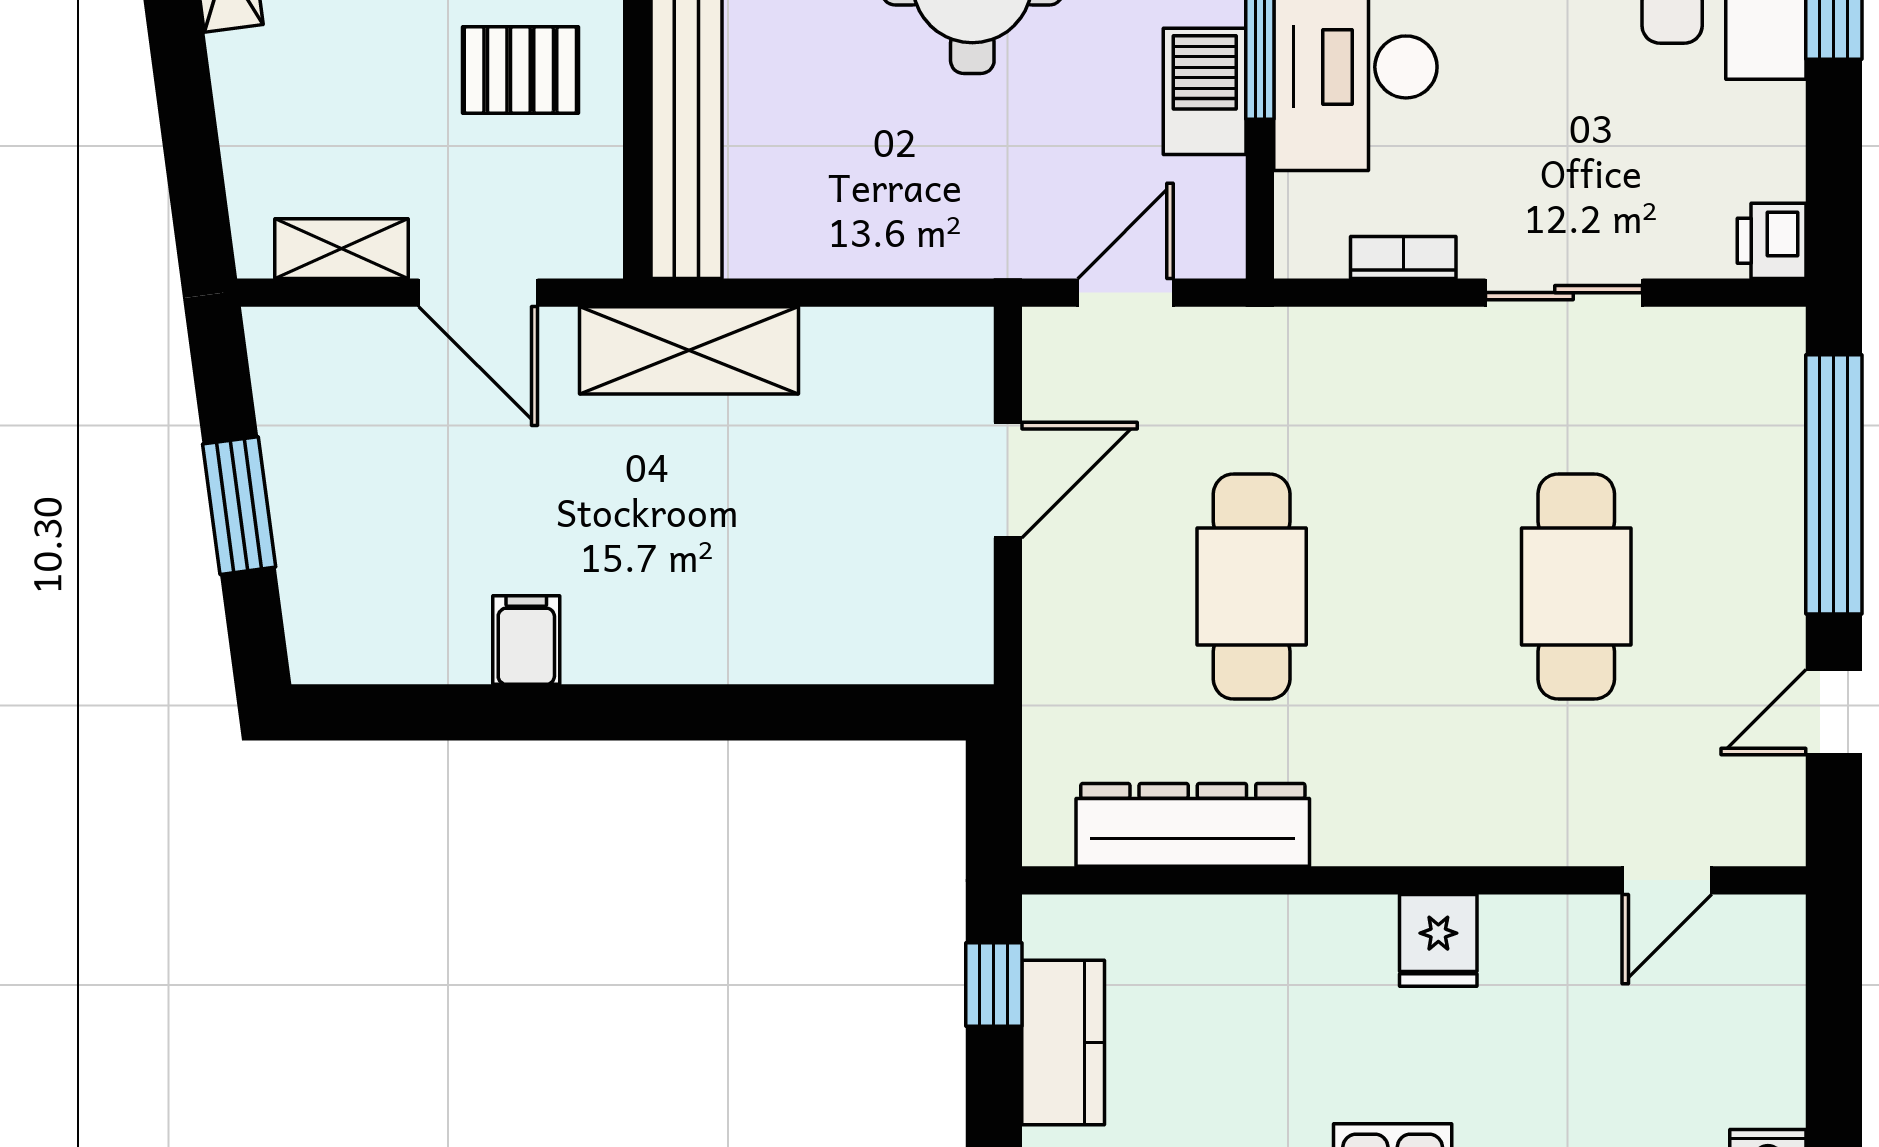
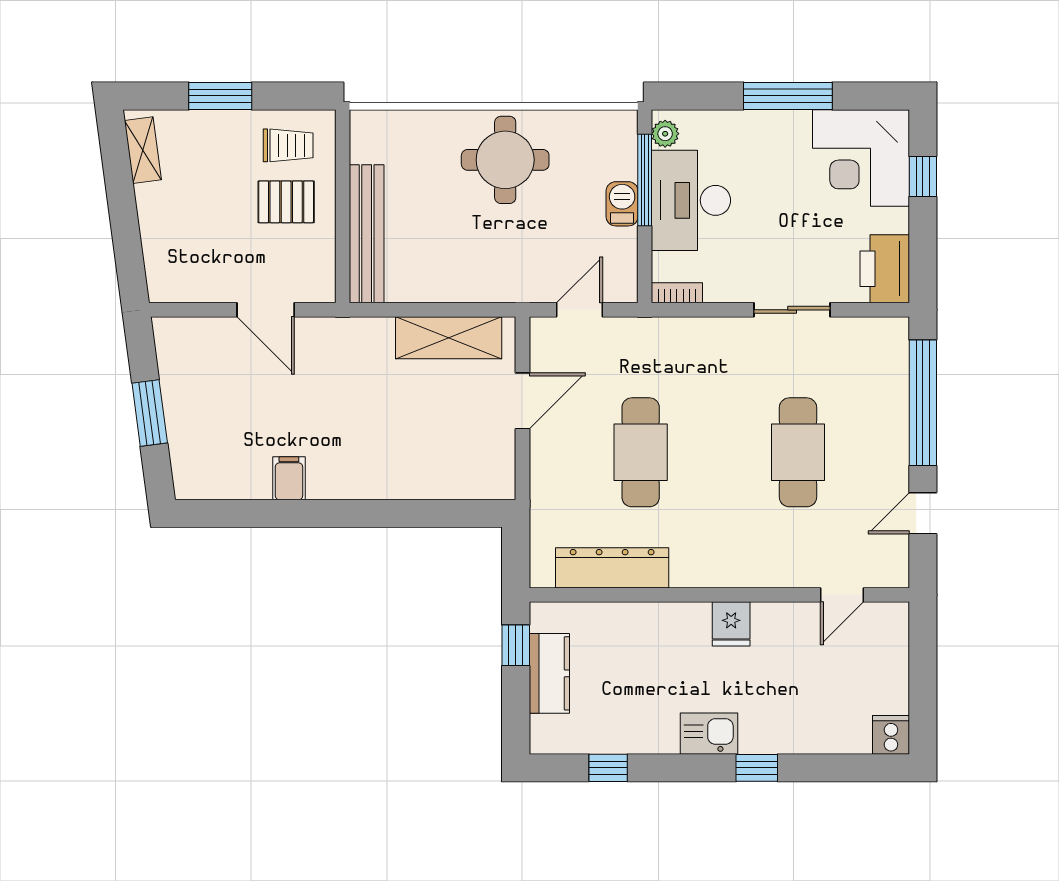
barbecue: (1205, 91) -> (622, 204), width x0.73, depth x0.79
printer: (1772, 241) -> (885, 269), width x1.87, depth x1.48
shelving: (342, 249) -> (199, 288), removed
bookcase: (1403, 257) -> (677, 293), moved
shelving: (689, 350) -> (449, 338), moved

